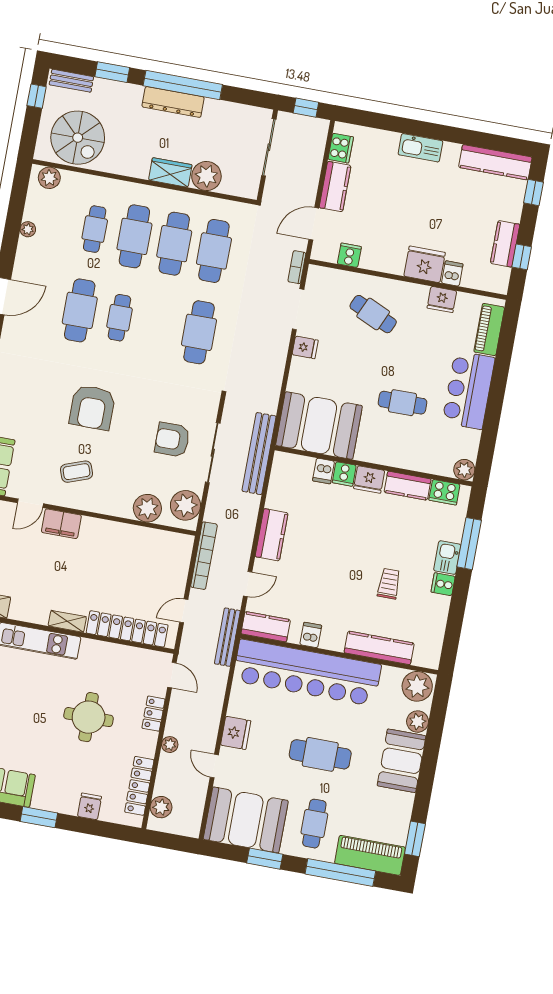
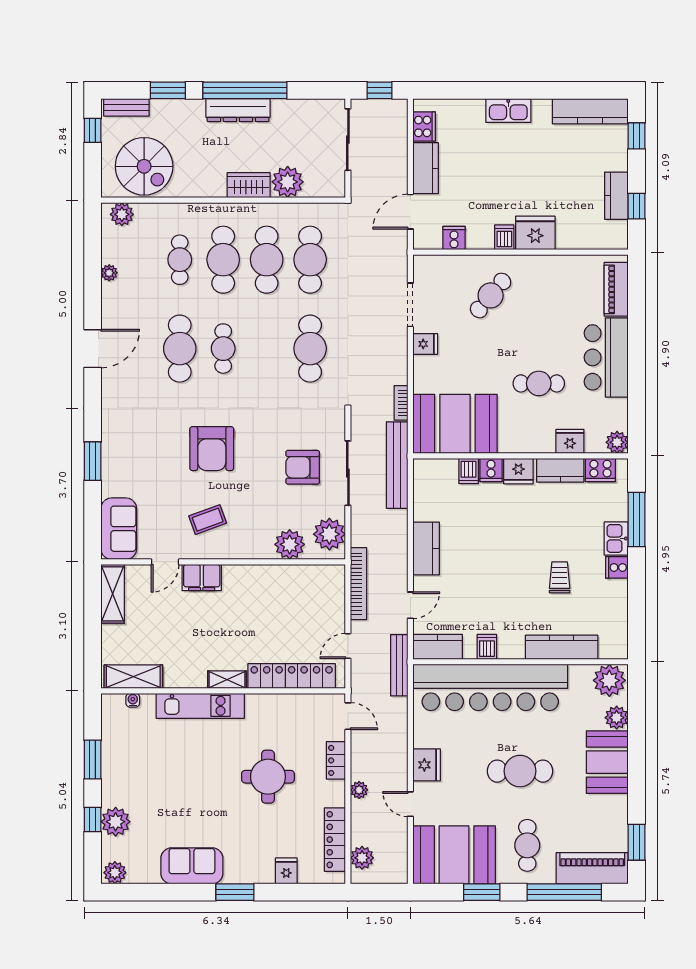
bookcase: (297, 267) -> (401, 403), moved
dishwasher: (452, 273) -> (504, 237), moved
fridge: (442, 299) -> (570, 441), moved, turned 180
cafe table: (373, 314) -> (491, 295), turned -74

